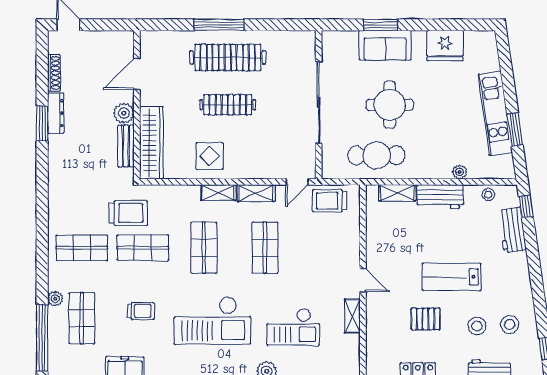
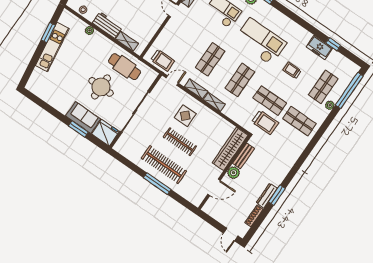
fridge: (445, 46) -> (105, 133), moved
display table: (209, 156) -> (185, 116), moved
trolley: (128, 213) -> (265, 122), turned 180

